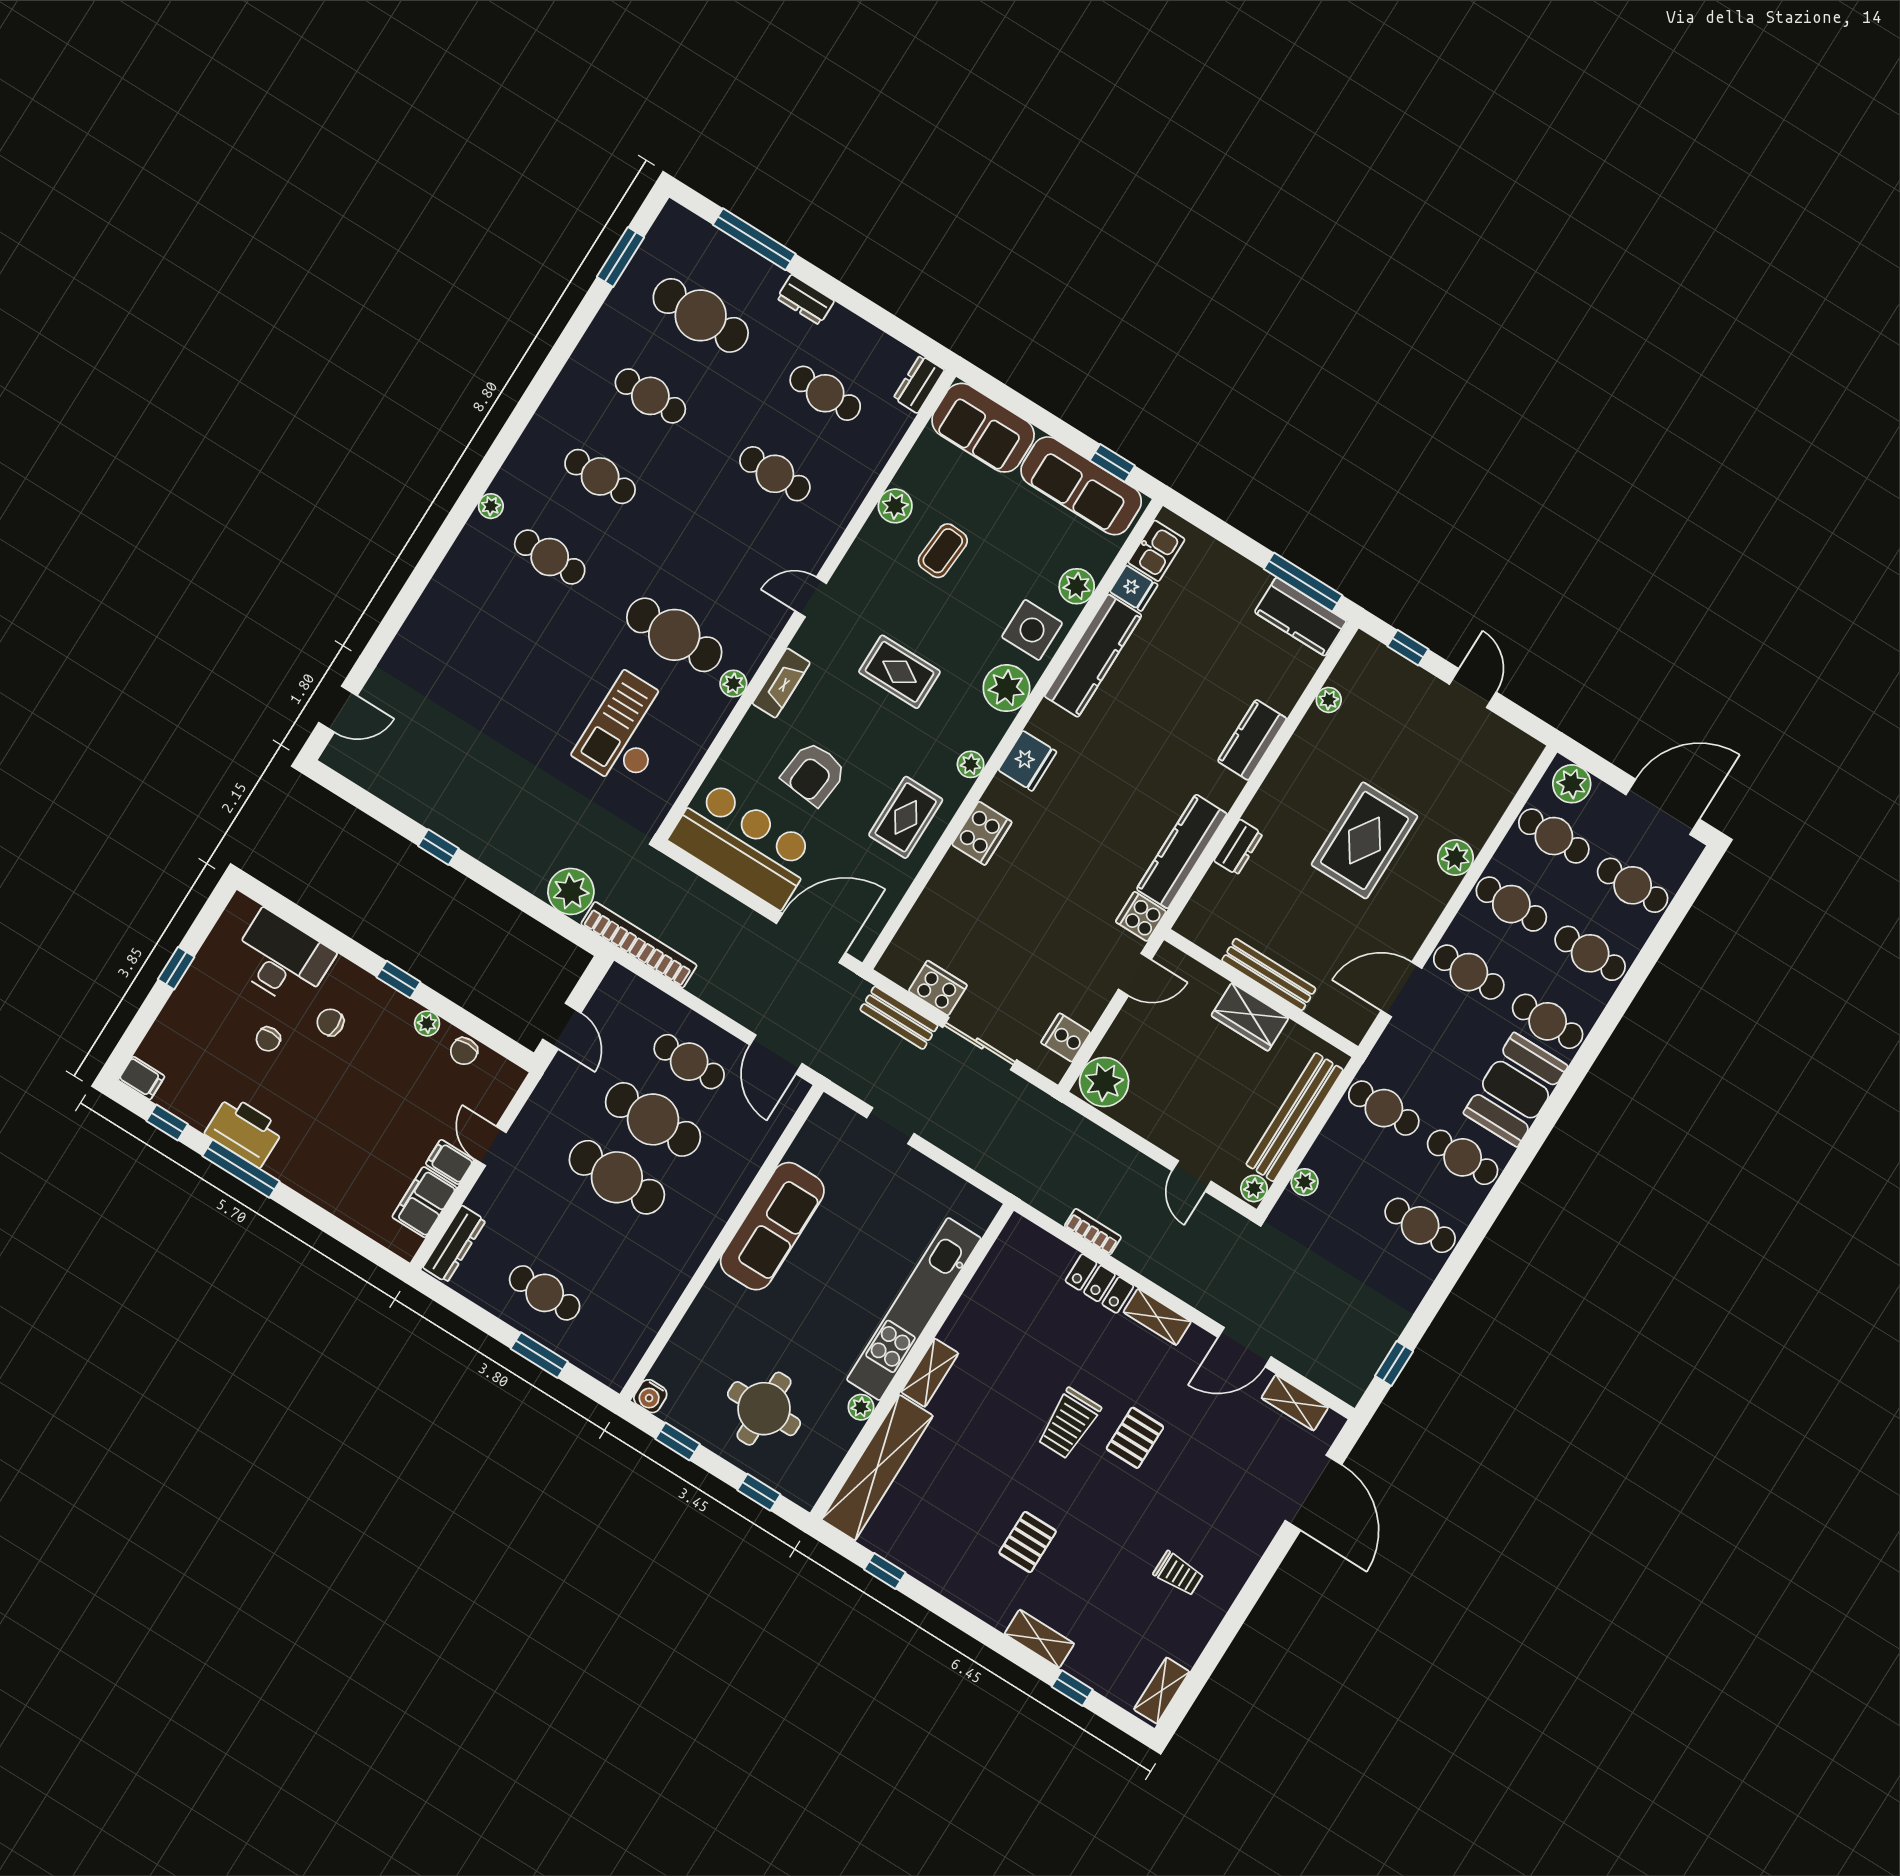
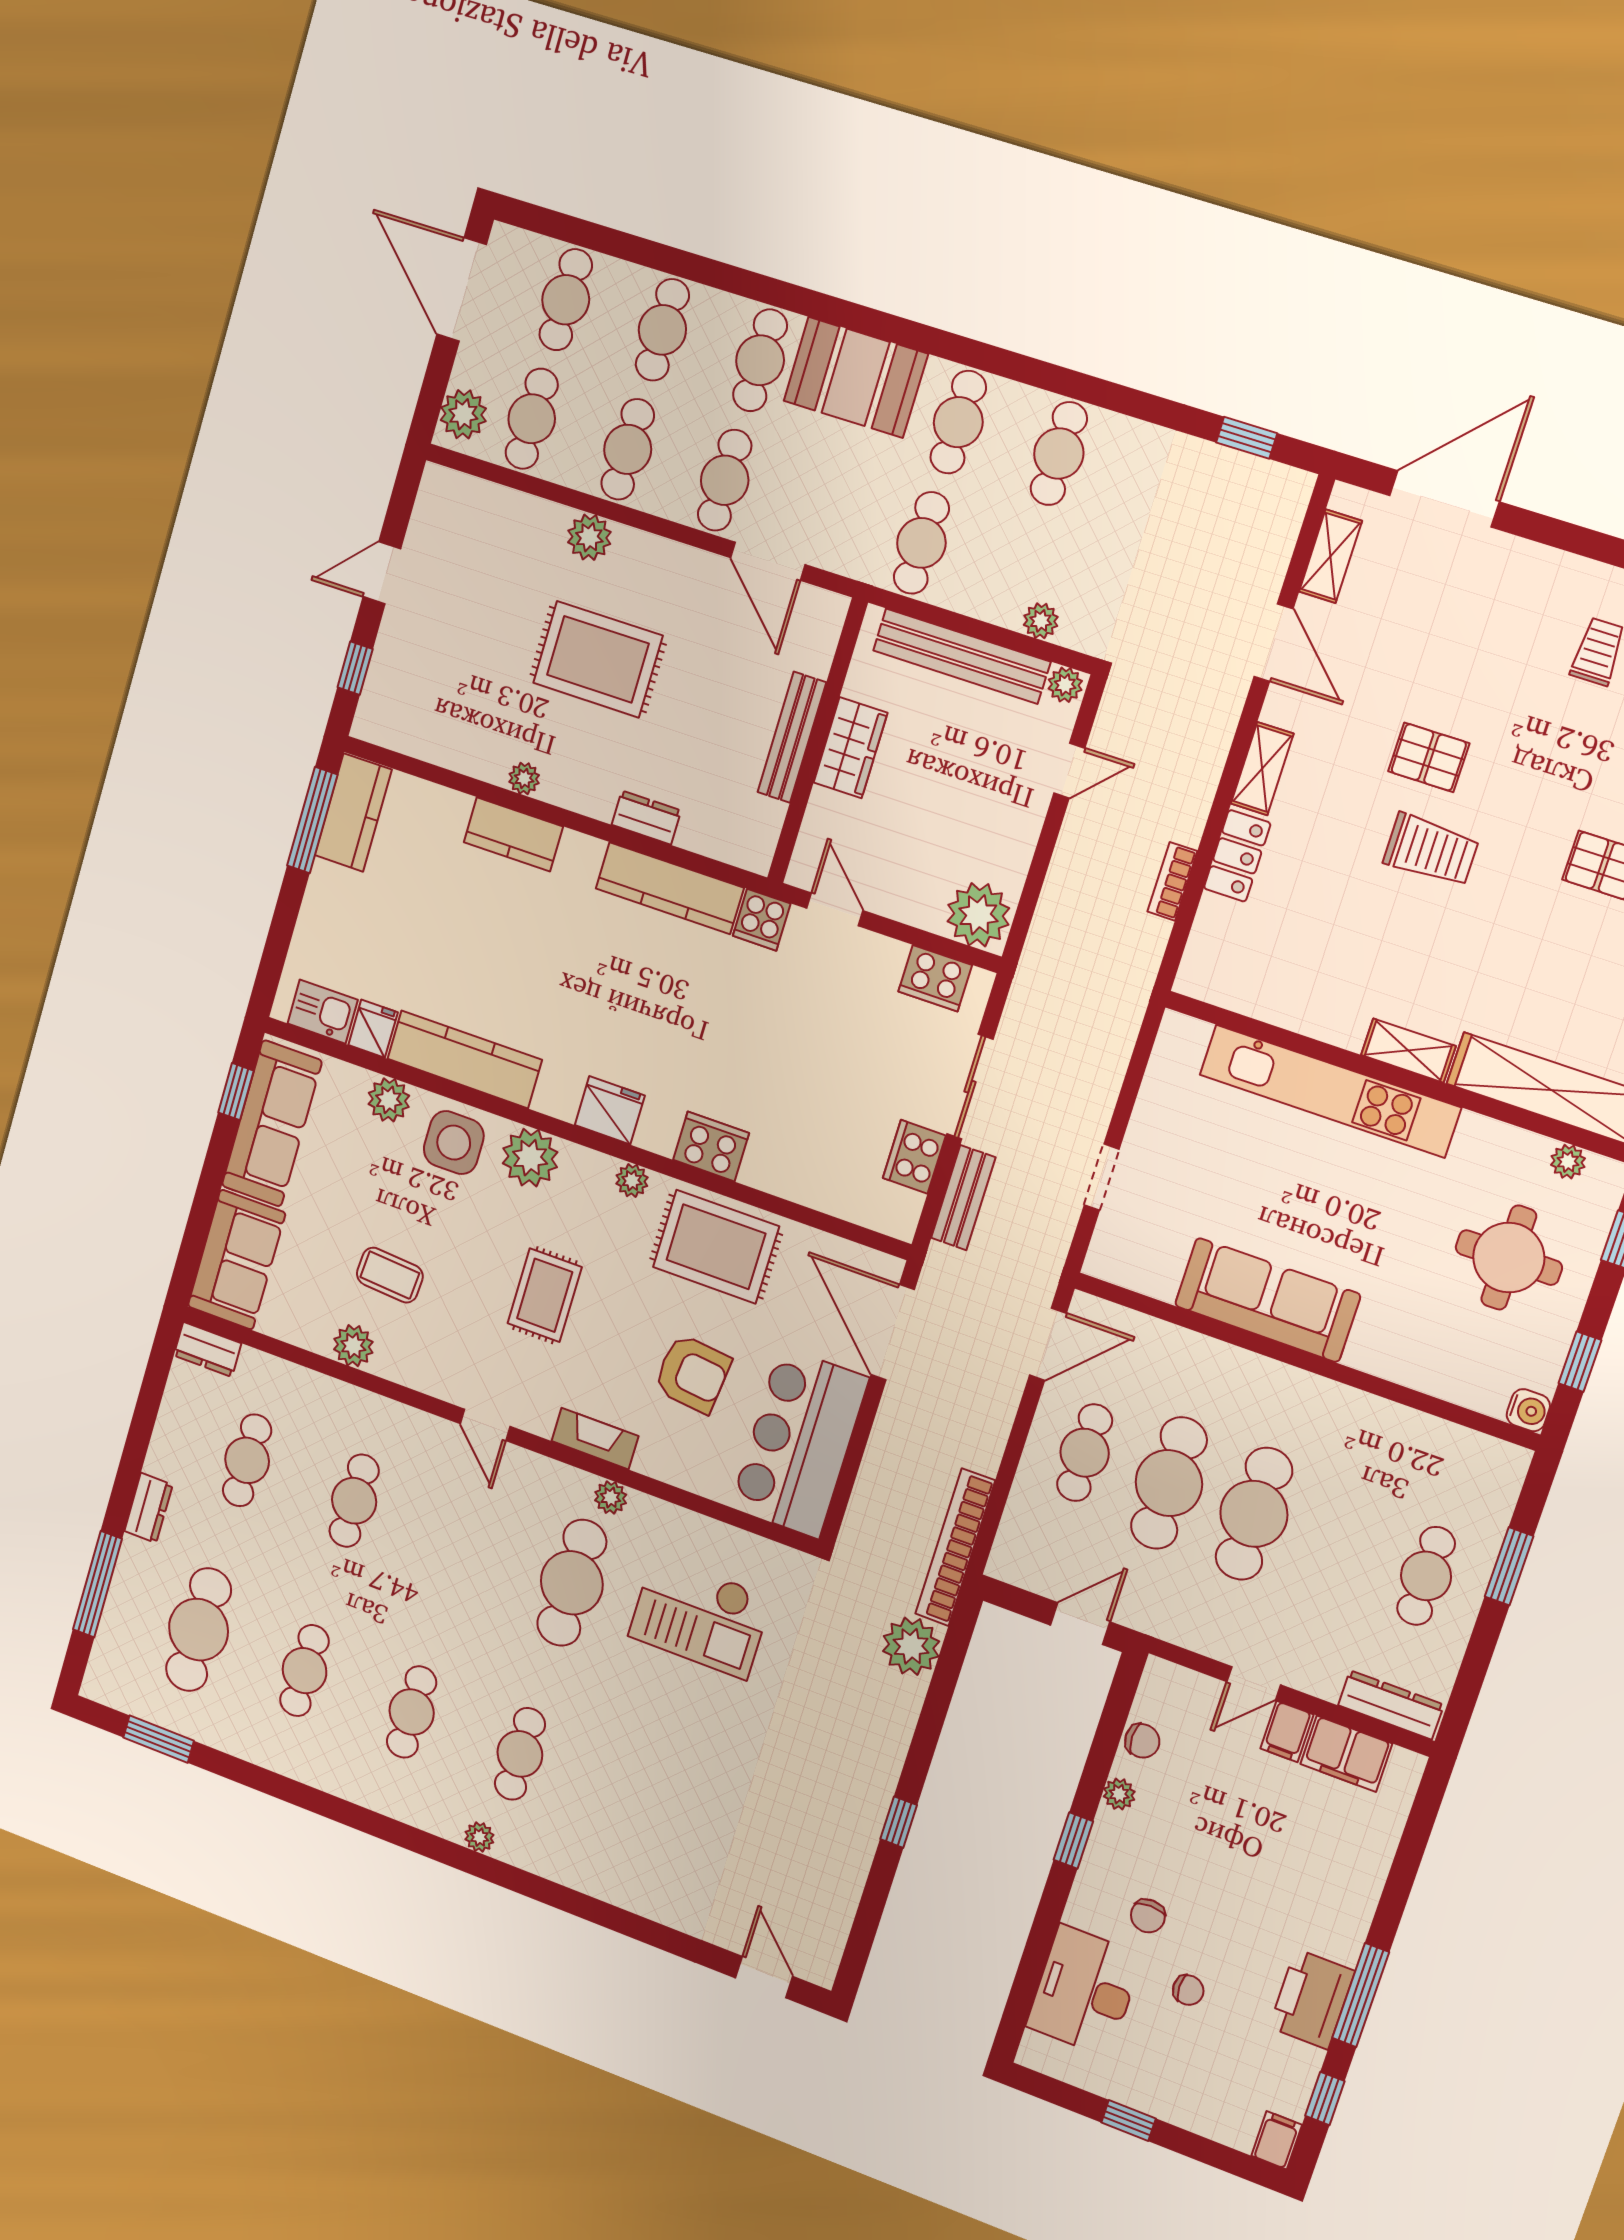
plant: (1329, 700) -> (524, 778), moved
rug: (906, 817) -> (716, 1247), width x1.36, depth x1.43
cooker: (1066, 1038) -> (935, 978), width x1.36
plant: (861, 1407) -> (1568, 1162), moved

